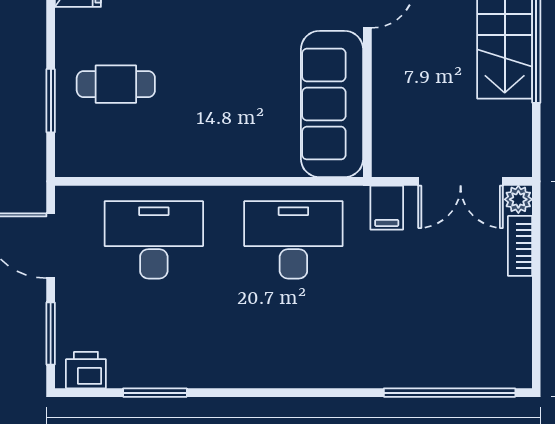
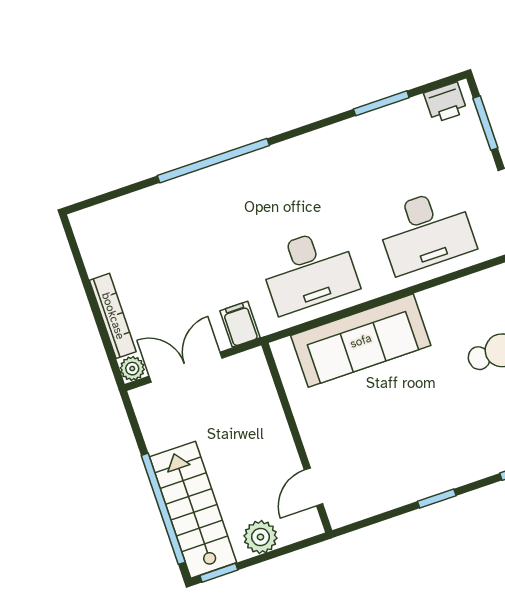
sofa: (332, 104) -> (361, 341), moved, turned 90
bookcase: (520, 246) -> (113, 316), width x1.56
window: (450, 393) -> (213, 161), moved

